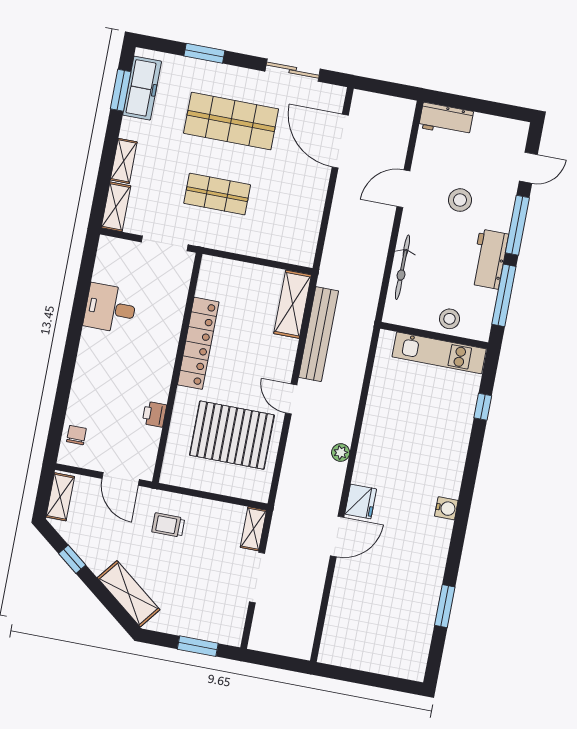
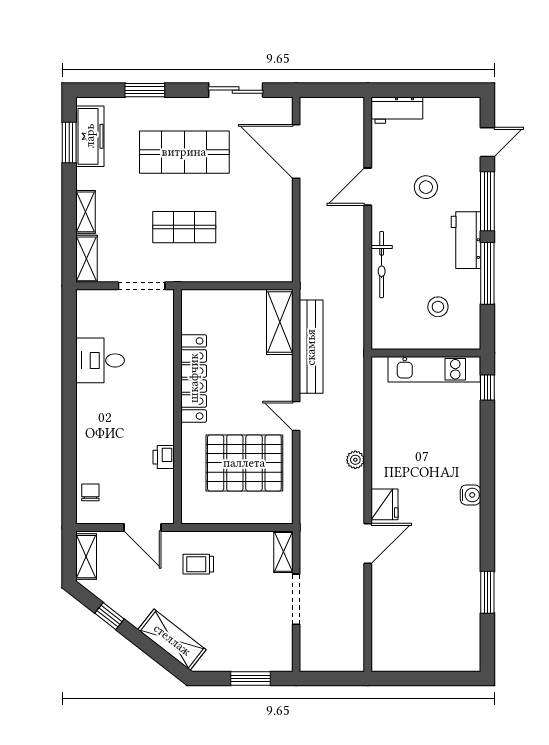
wall: (434, 335) -> (426, 353), moved
kitchen unit: (439, 353) -> (434, 369), moved

